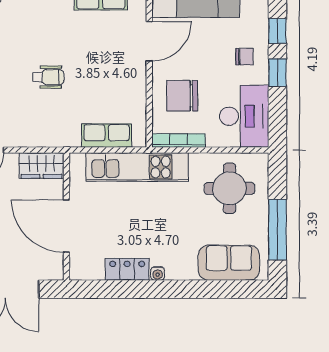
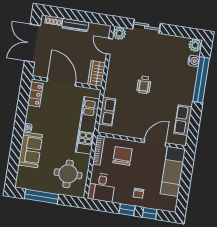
door: (149, 41) -> (155, 143), swing flipped
desk: (244, 116) -> (101, 187), width x0.73
door: (66, 226) -> (61, 82), hinge flipped
sofa: (229, 263) -> (30, 150), moved
locker: (127, 269) -> (35, 94), moved

